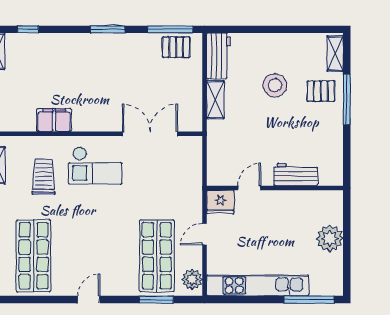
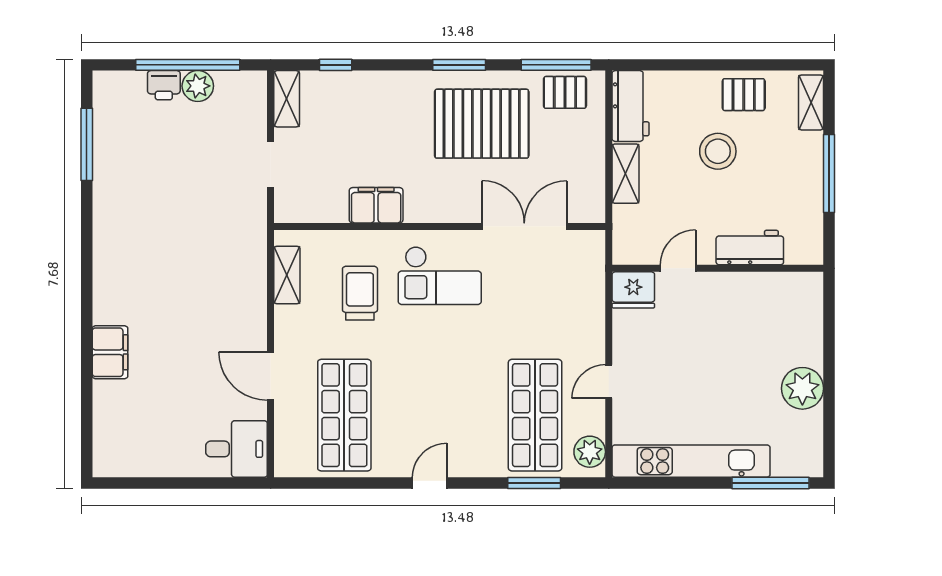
pallet: (122, 67) -> (482, 124), added
pallet: (321, 91) -> (744, 95), moved
workbench: (296, 175) -> (750, 248), moved
door: (249, 188) -> (678, 268), moved
wall: (275, 188) -> (718, 268), moved
fridge: (220, 202) -> (633, 290), moved

